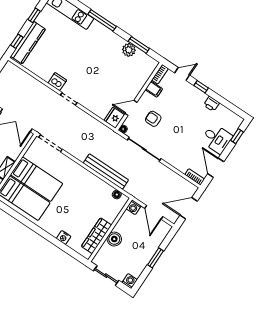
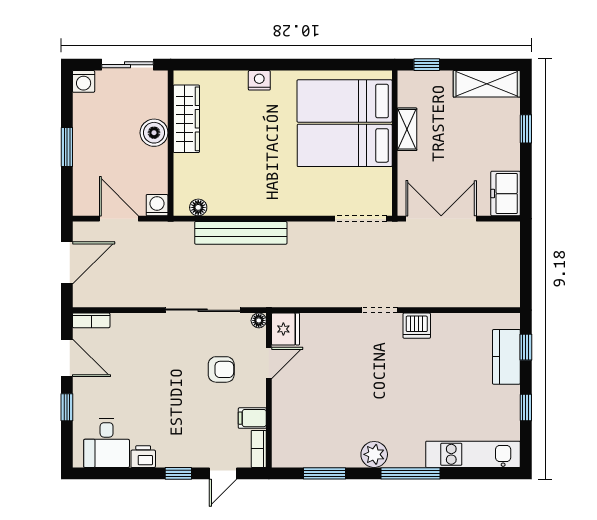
kitchen counter: (28, 43) -> (506, 357), width x0.67
plant: (129, 50) -> (374, 454), moved
window: (237, 136) -> (67, 407), moved
desk: (217, 139) -> (107, 443), moved, turned -90
nightstand: (64, 237) -> (259, 80), moved

